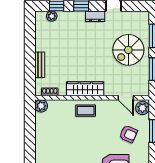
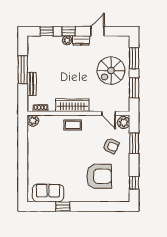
plant: (52, 16) -> (67, 40), moved
window: (30, 49) -> (23, 70), added

